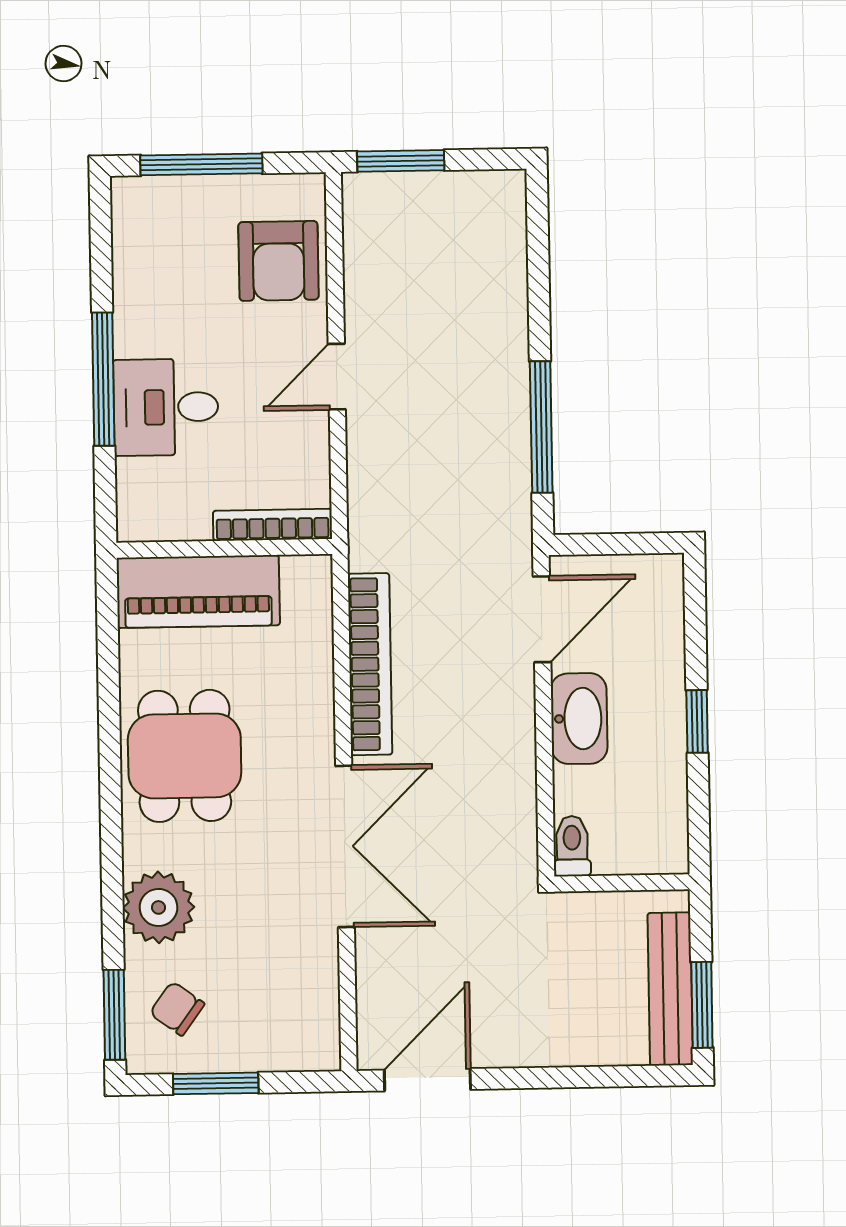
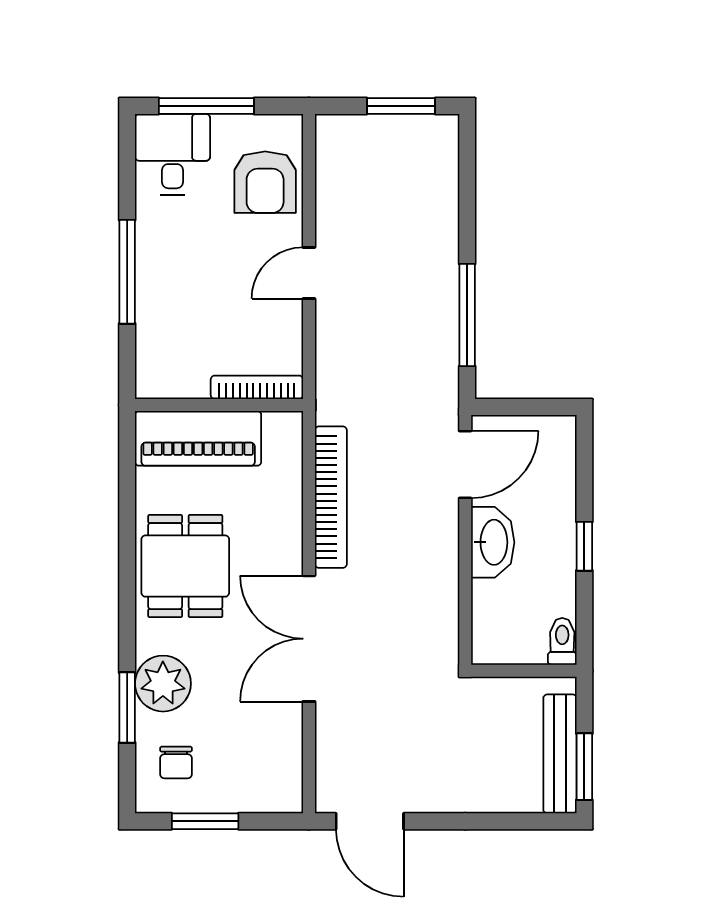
window: (401, 161) -> (401, 106), moved
desk: (166, 407) -> (172, 154), moved, turned 90
double door: (345, 846) -> (309, 639), swing flipped
toilet: (572, 846) -> (562, 641), moved
chair: (177, 1009) -> (176, 762), turned -126
window: (114, 1015) -> (127, 708), moved
door: (427, 1080) -> (370, 821), swing flipped

